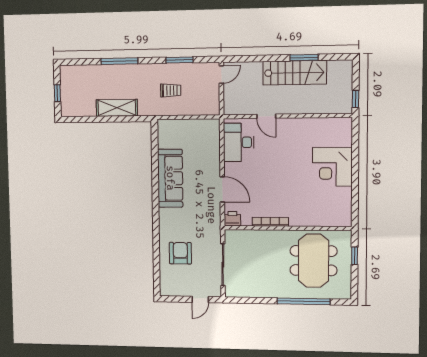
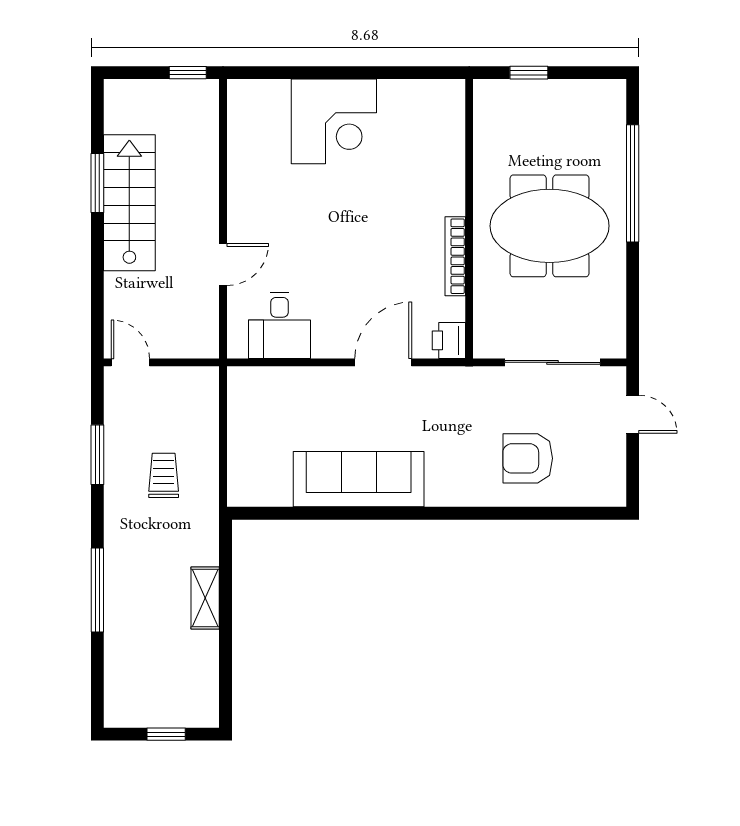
shelving: (117, 108) -> (205, 598), width x0.67, depth x0.75
desk: (239, 142) -> (279, 325), width x0.73
meeting table: (314, 261) -> (550, 226), moved

